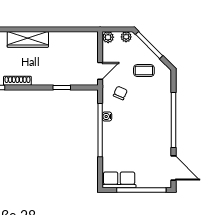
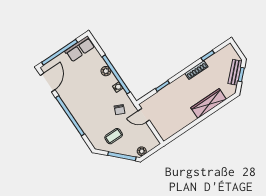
plant: (108, 37) -> (106, 71), moved
door: (100, 71) -> (144, 116), hinge flipped
door: (174, 168) -> (48, 83), swing flipped

